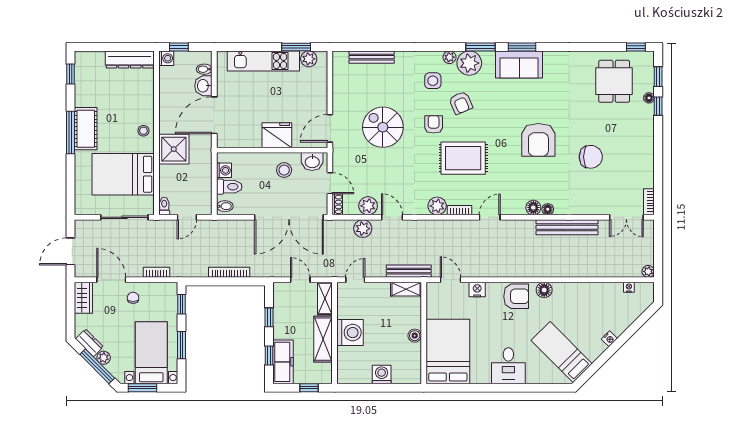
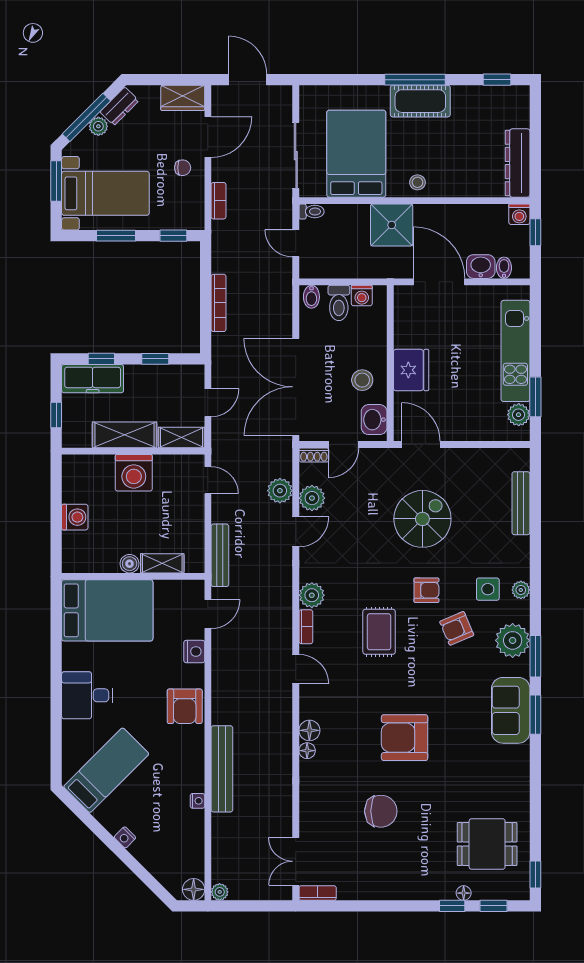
plant: (449, 57) -> (521, 590), moved
chair: (591, 157) -> (381, 811), turned -90
rug: (463, 158) -> (379, 632), width x0.73, depth x0.70
bench: (567, 227) -> (222, 769), moved
nightstand: (629, 287) -> (197, 801), moved
shelving: (406, 289) -> (162, 563), moved, turned 90
floor lamp: (544, 290) -> (194, 889), moved

